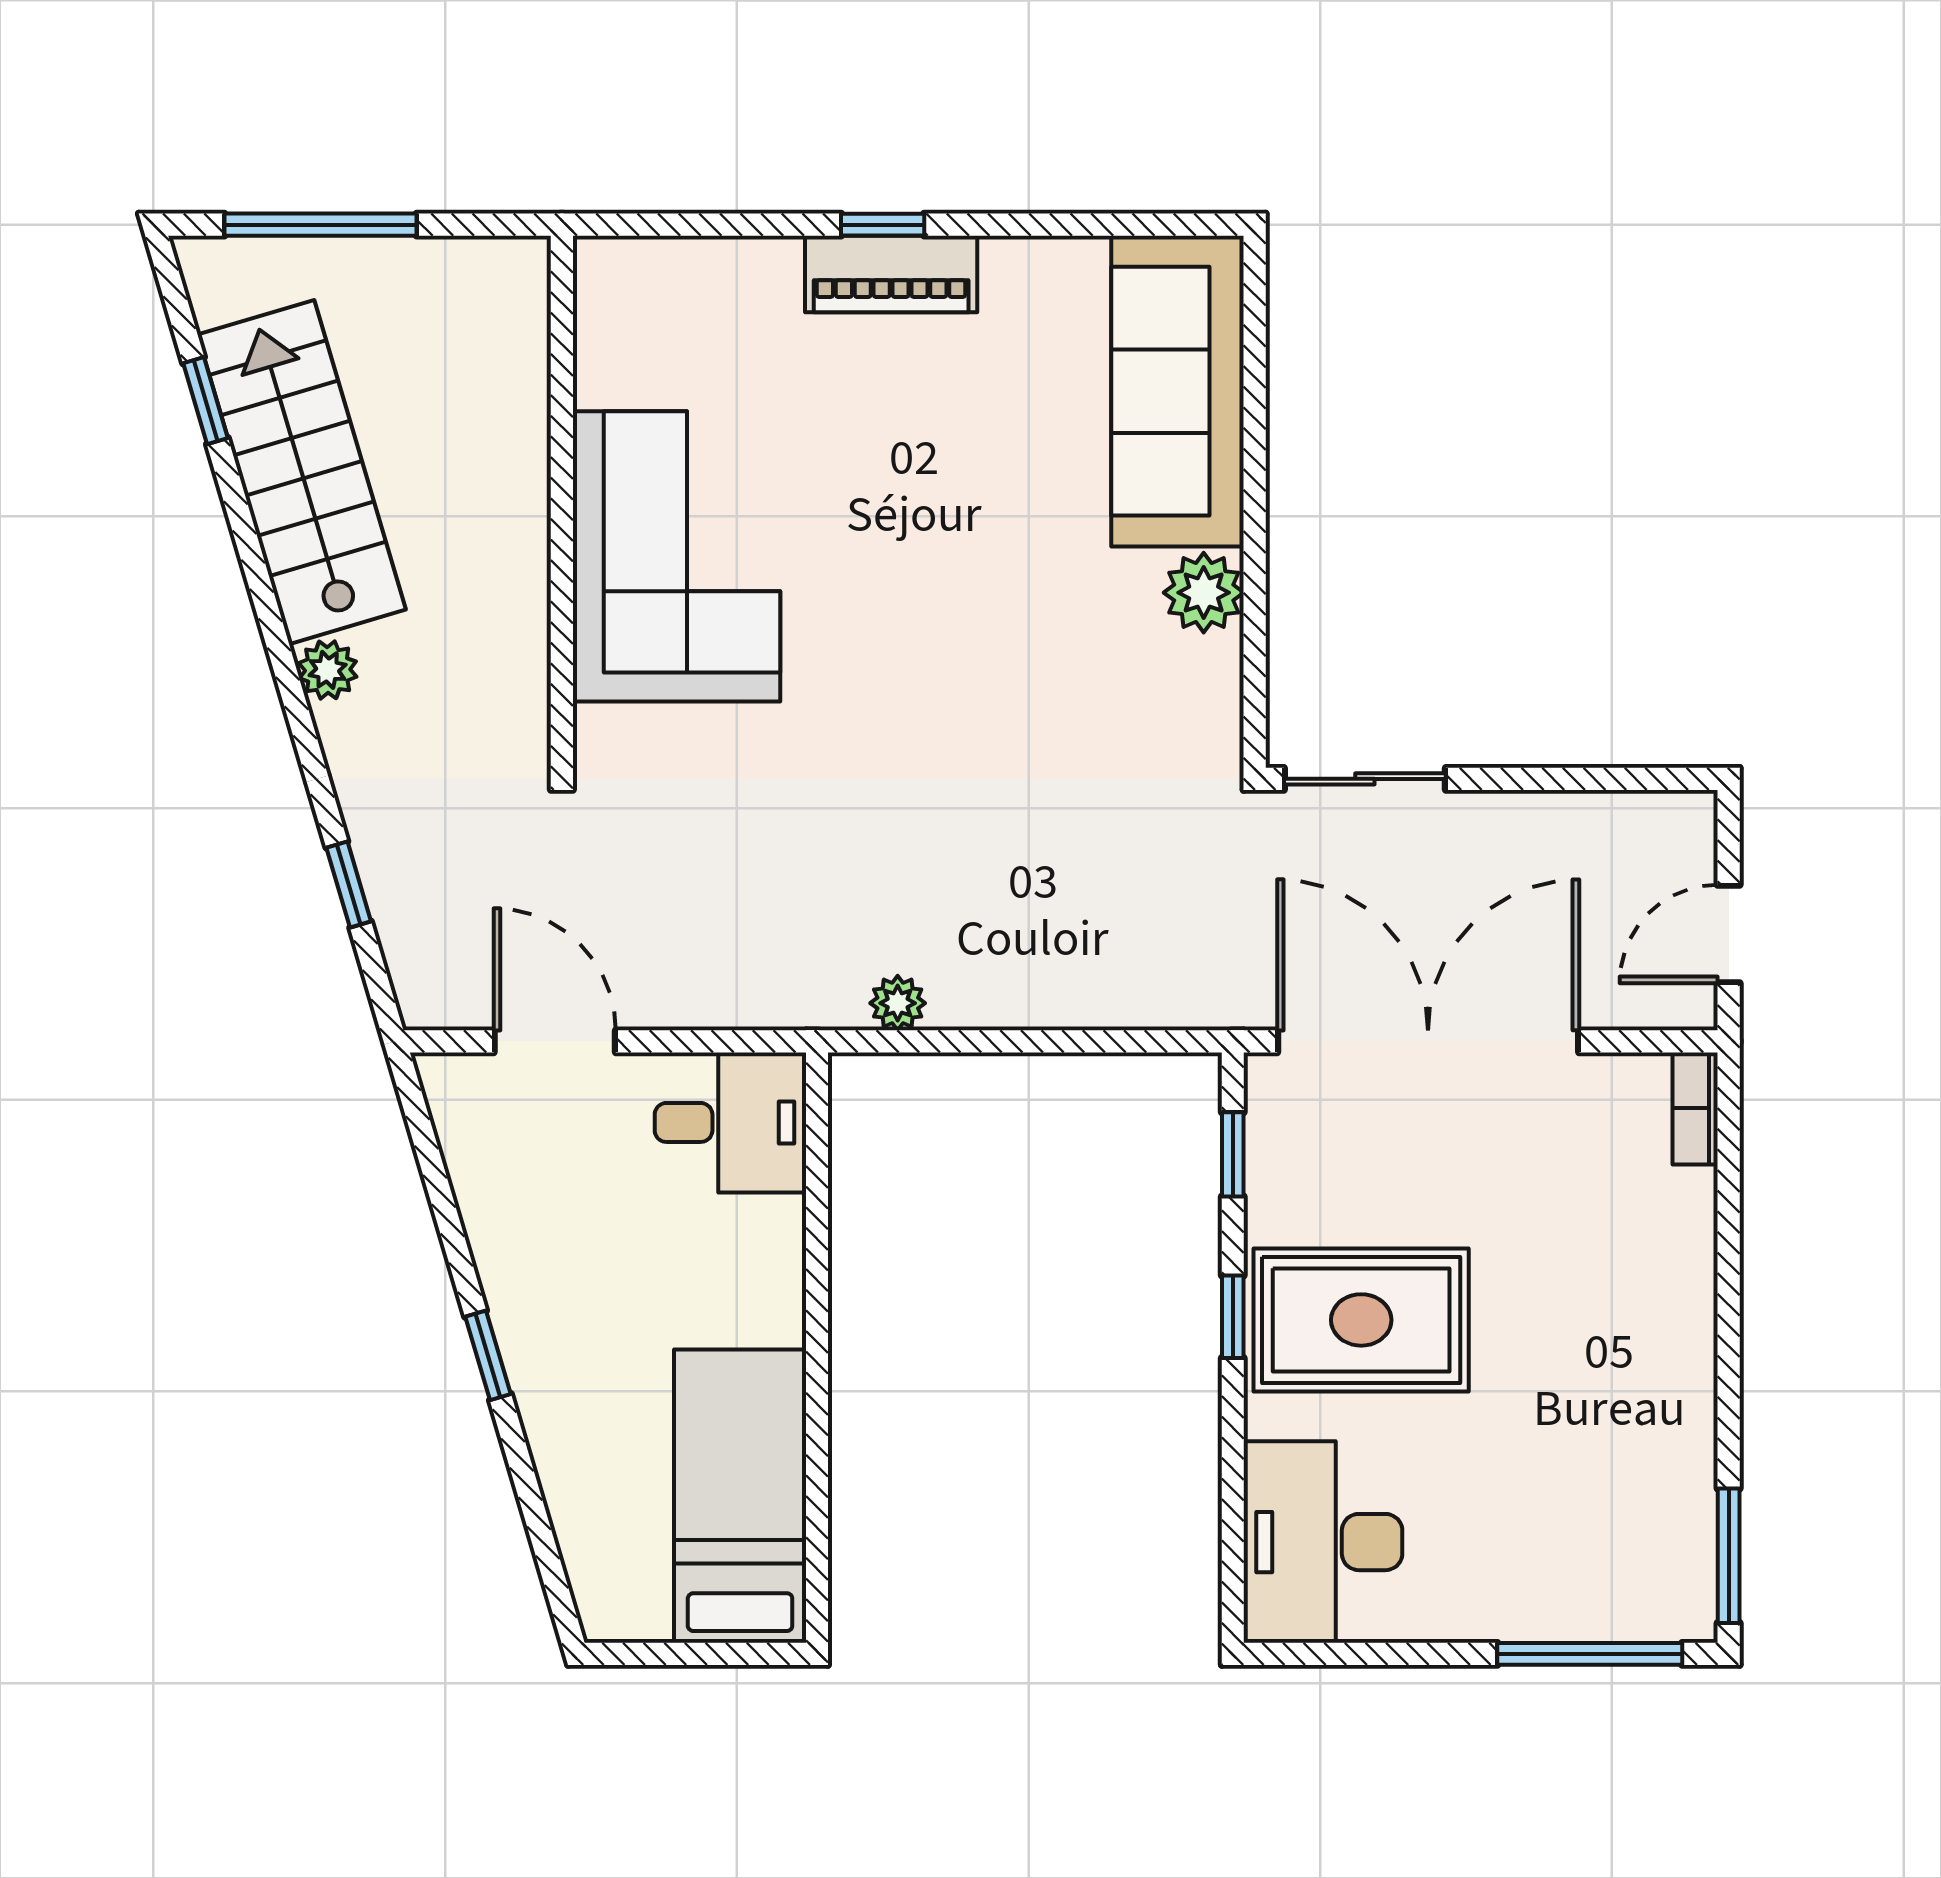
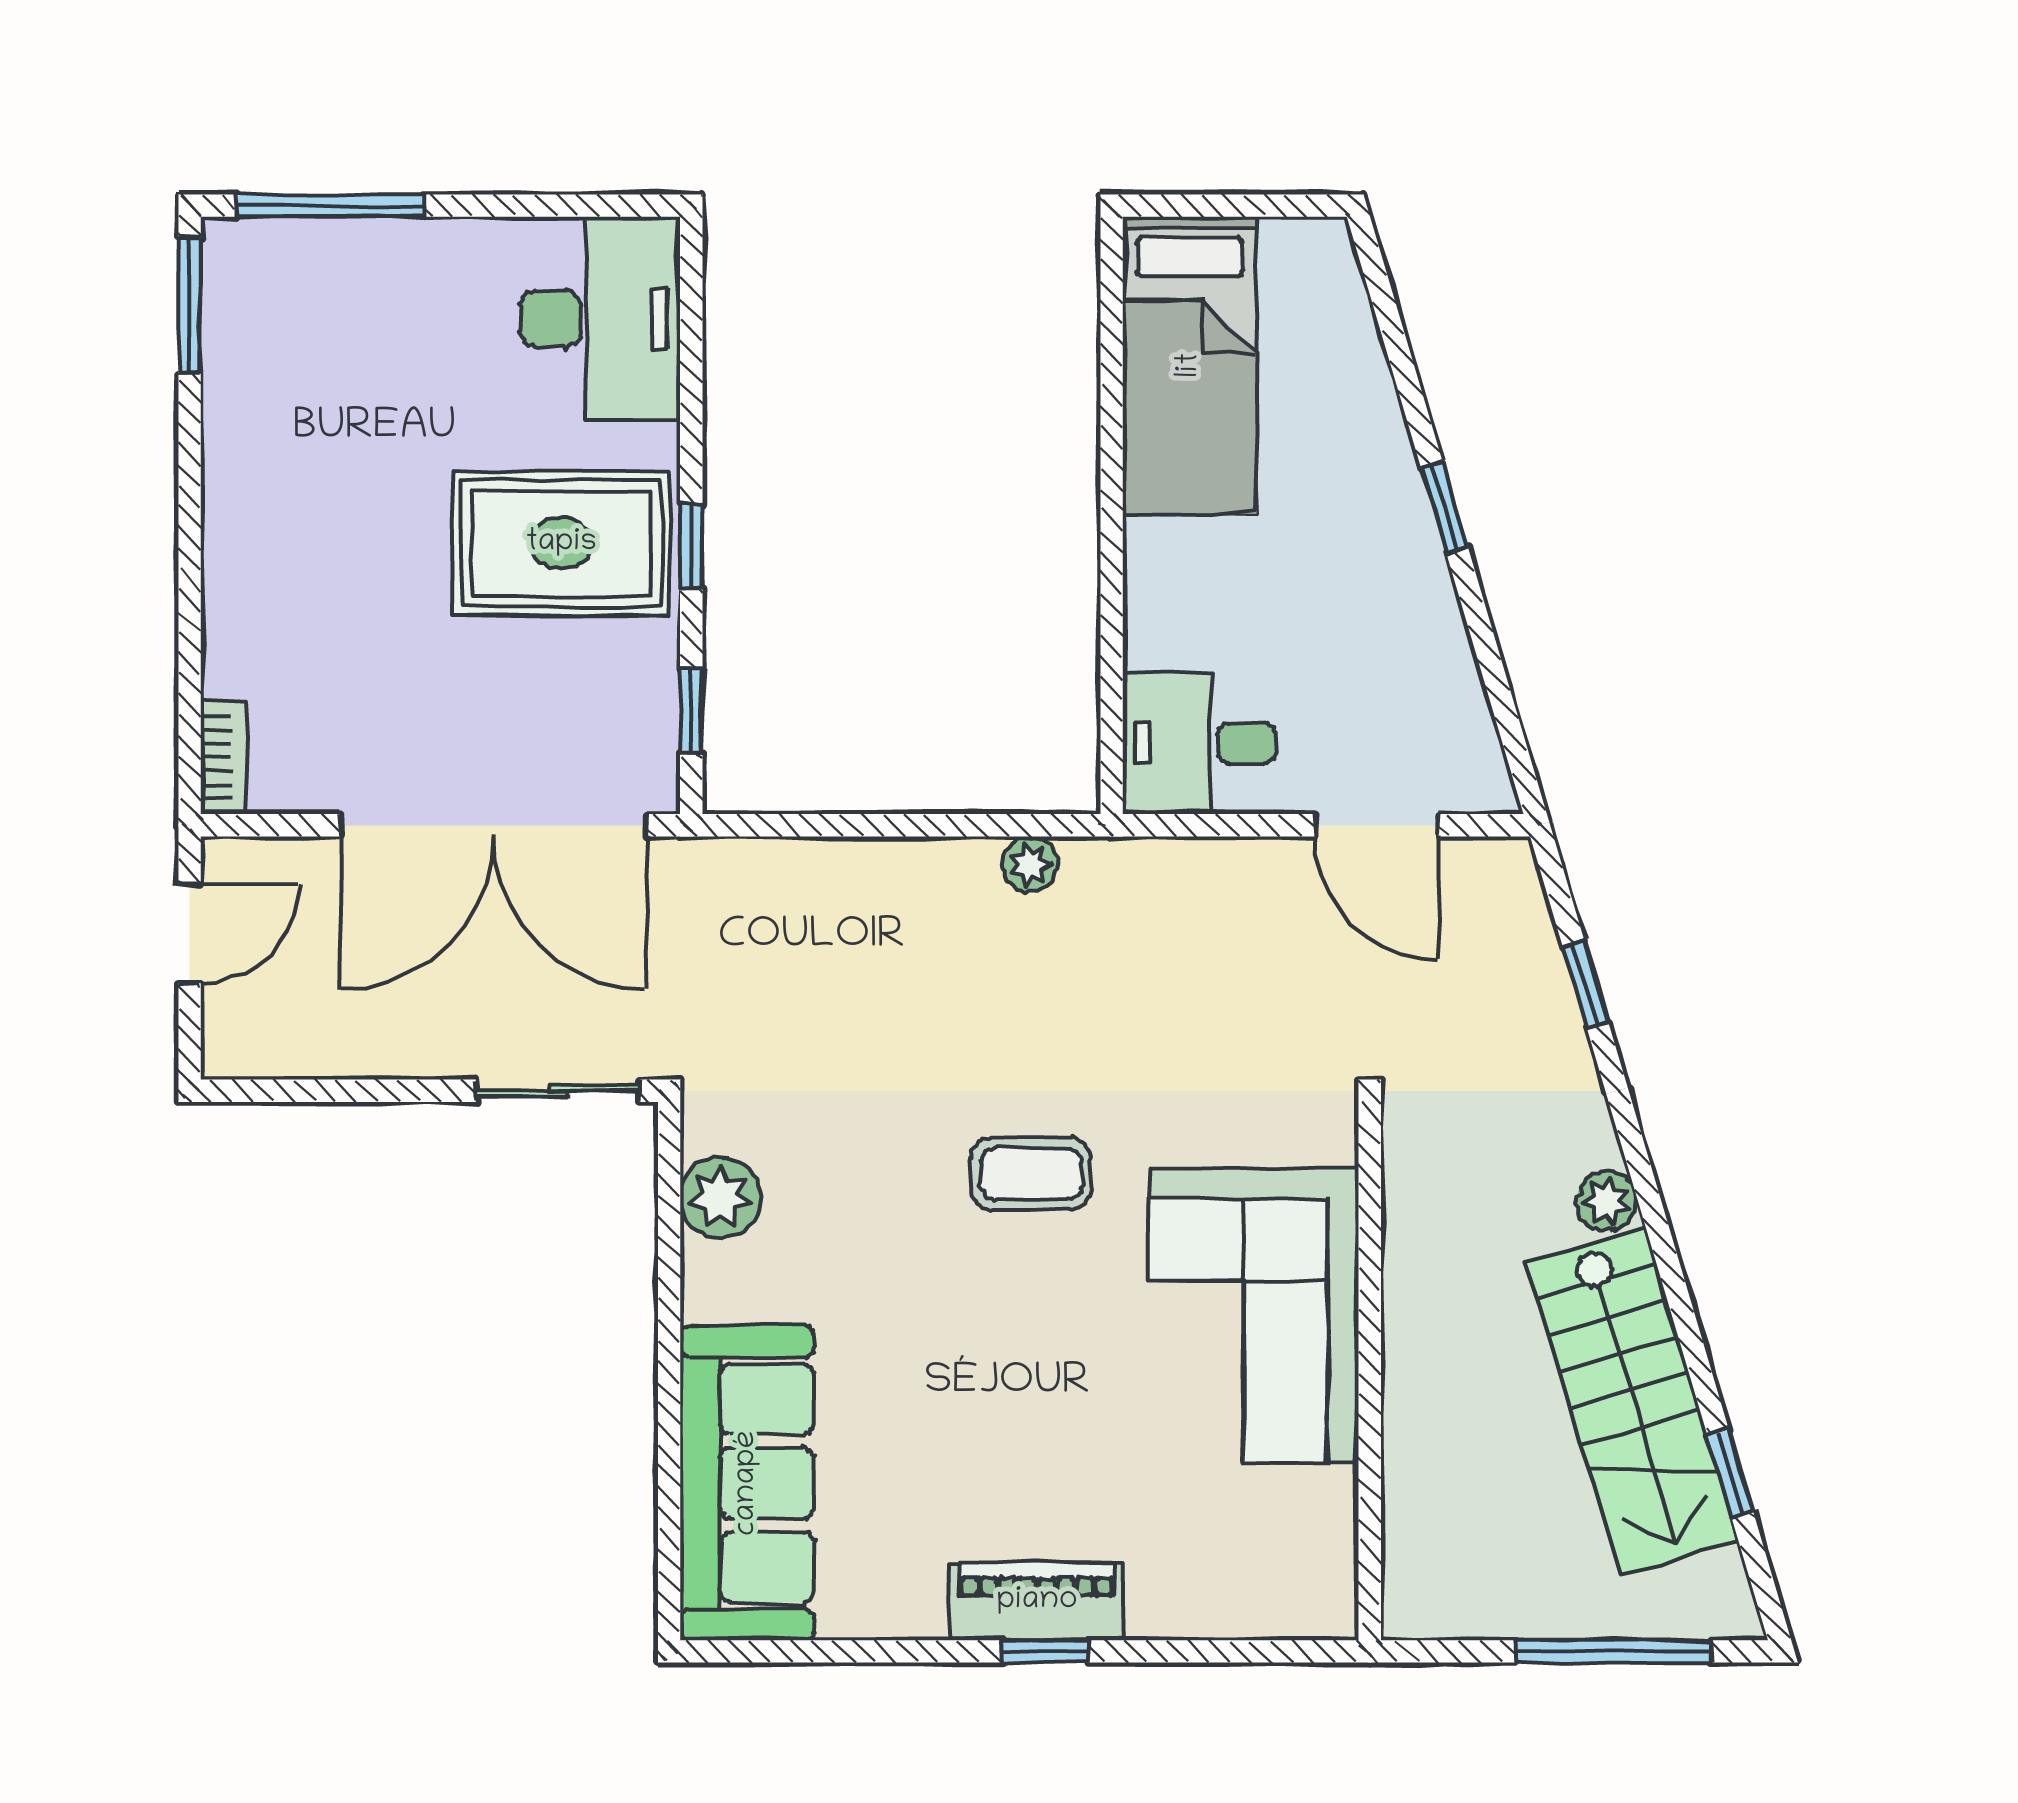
plant: (1204, 593) -> (721, 1197), moved
coffee table: (897, 697) -> (1031, 1174), added

